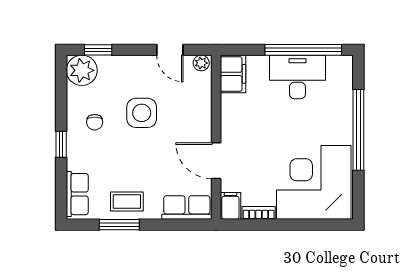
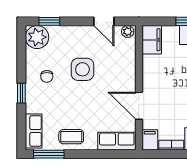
window: (119, 225) -> (49, 154), moved

